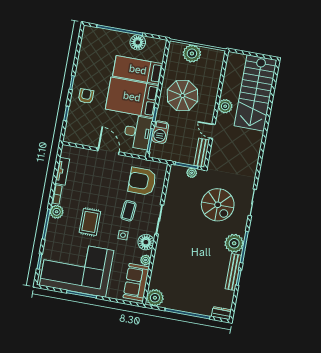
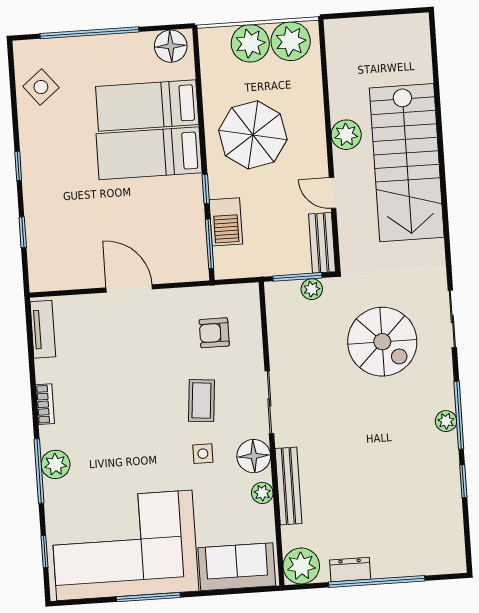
floor lamp: (138, 42) -> (171, 46), moved
side table: (91, 49) -> (41, 87), added
plant: (211, 57) -> (291, 41), added
stairs: (256, 93) -> (407, 163), moved
armchair: (86, 96) -> (54, 186), removed
bed: (132, 97) -> (149, 153), width x0.67
desk: (138, 132) -> (180, 234), removed
tv unit: (62, 171) -> (43, 329), moved
armchair: (142, 181) -> (214, 333), width x0.53, depth x0.53
plant: (57, 212) -> (55, 464), moved
rug: (90, 222) -> (128, 444), removed
plant: (234, 243) -> (446, 421), width x0.53, depth x0.53
bench: (233, 272) -> (288, 486), moved
sofa: (136, 282) -> (237, 567), moved, turned 90
dresser: (222, 313) -> (350, 570), moved

